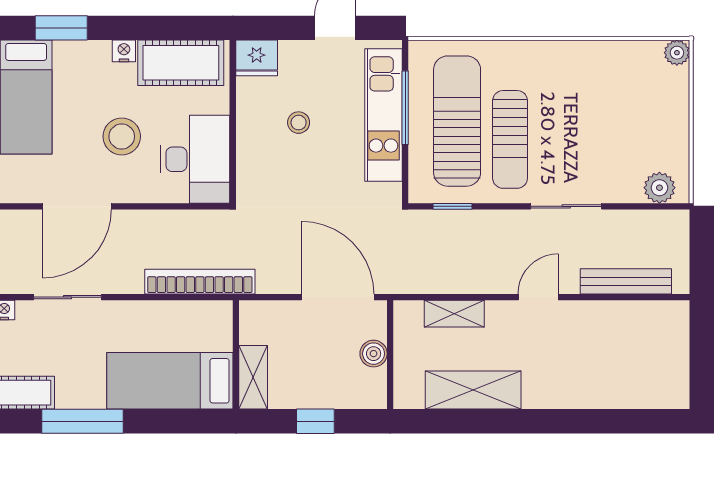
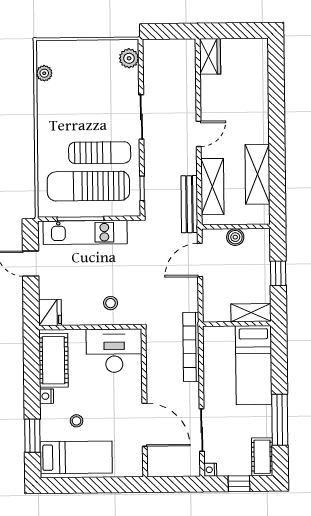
plant: (677, 53) -> (44, 73), moved
stool: (299, 123) -> (111, 303), moved
stool: (122, 136) -> (77, 421), moved, width x0.53, depth x0.53
bench: (626, 281) -> (189, 204), moved
door: (338, 297) -> (200, 260), width x0.73
door: (538, 297) -> (199, 134), swing flipped
shelving: (454, 314) -> (212, 187), width x1.50, depth x1.33
wardrobe: (661, 317) -> (210, 56), added

